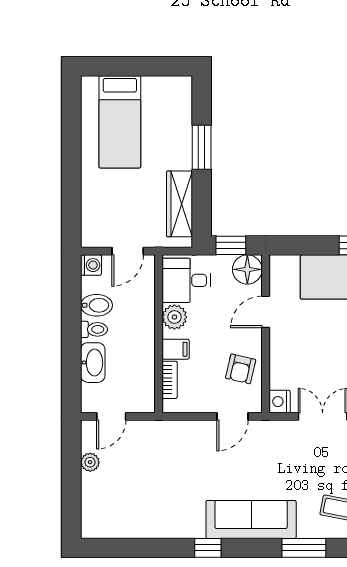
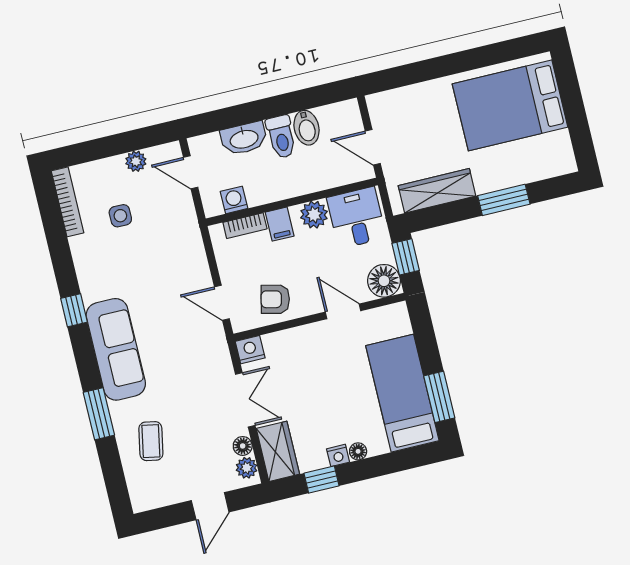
bed: (120, 122) -> (510, 105), width x1.50
washing machine: (91, 265) -> (234, 200), moved, turned 180
toilet: (94, 329) -> (281, 137), width x1.37, depth x1.39
side table: (135, 487) -> (120, 216), added
bookcase: (111, 531) -> (68, 202), added

